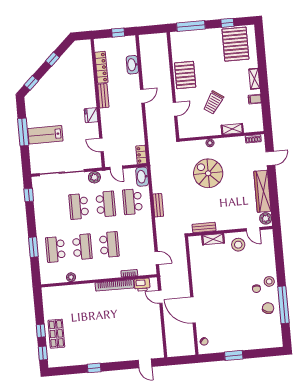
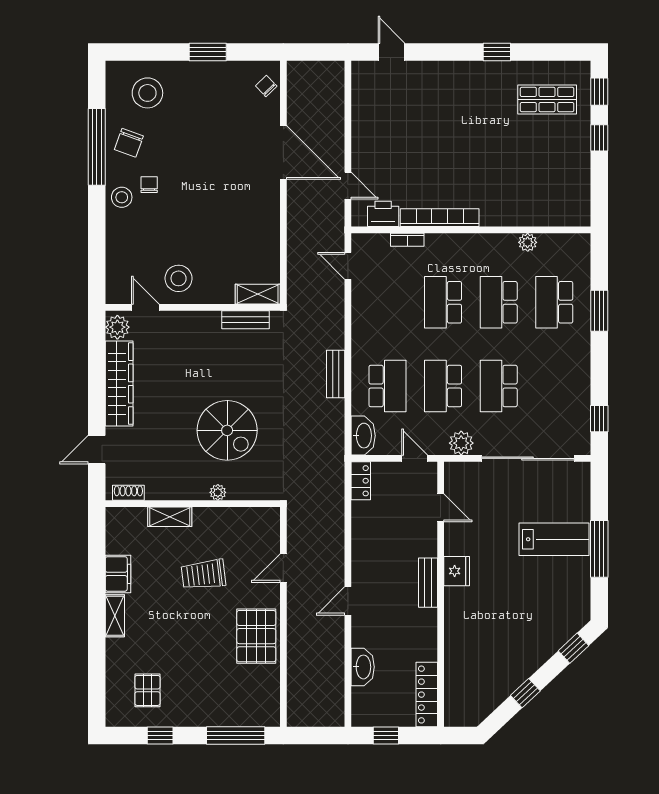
pallet: (235, 44) -> (147, 690), width x0.49, depth x0.50
locker: (101, 67) -> (427, 695), moved
bench: (103, 96) -> (428, 583), moved
filing cabinet: (255, 99) -> (118, 574), width x2.00
trolley: (213, 103) -> (203, 574), turned -131
school desk: (79, 206) -> (499, 386), turned 180
shelving: (213, 239) -> (258, 294), moved
school desk: (55, 249) -> (554, 302), turned 180
stool: (261, 333) -> (147, 93), added
shop shelf: (56, 334) -> (547, 100), moved, turned 90

